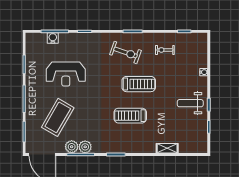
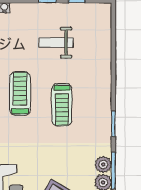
weight bench: (190, 103) -> (56, 43), moved, turned 90
shelving: (167, 148) -> (105, 56), removed

